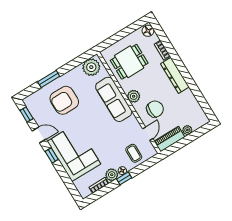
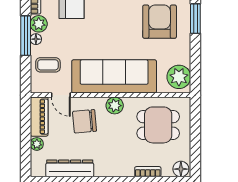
dining table: (129, 62) -> (158, 125), turned 90
dresser: (175, 75) -> (70, 168), moved
sofa: (114, 99) -> (114, 76), width x1.36, depth x1.27
chair: (155, 109) -> (84, 121), turned 86
window: (124, 178) -> (26, 36), width x2.17

